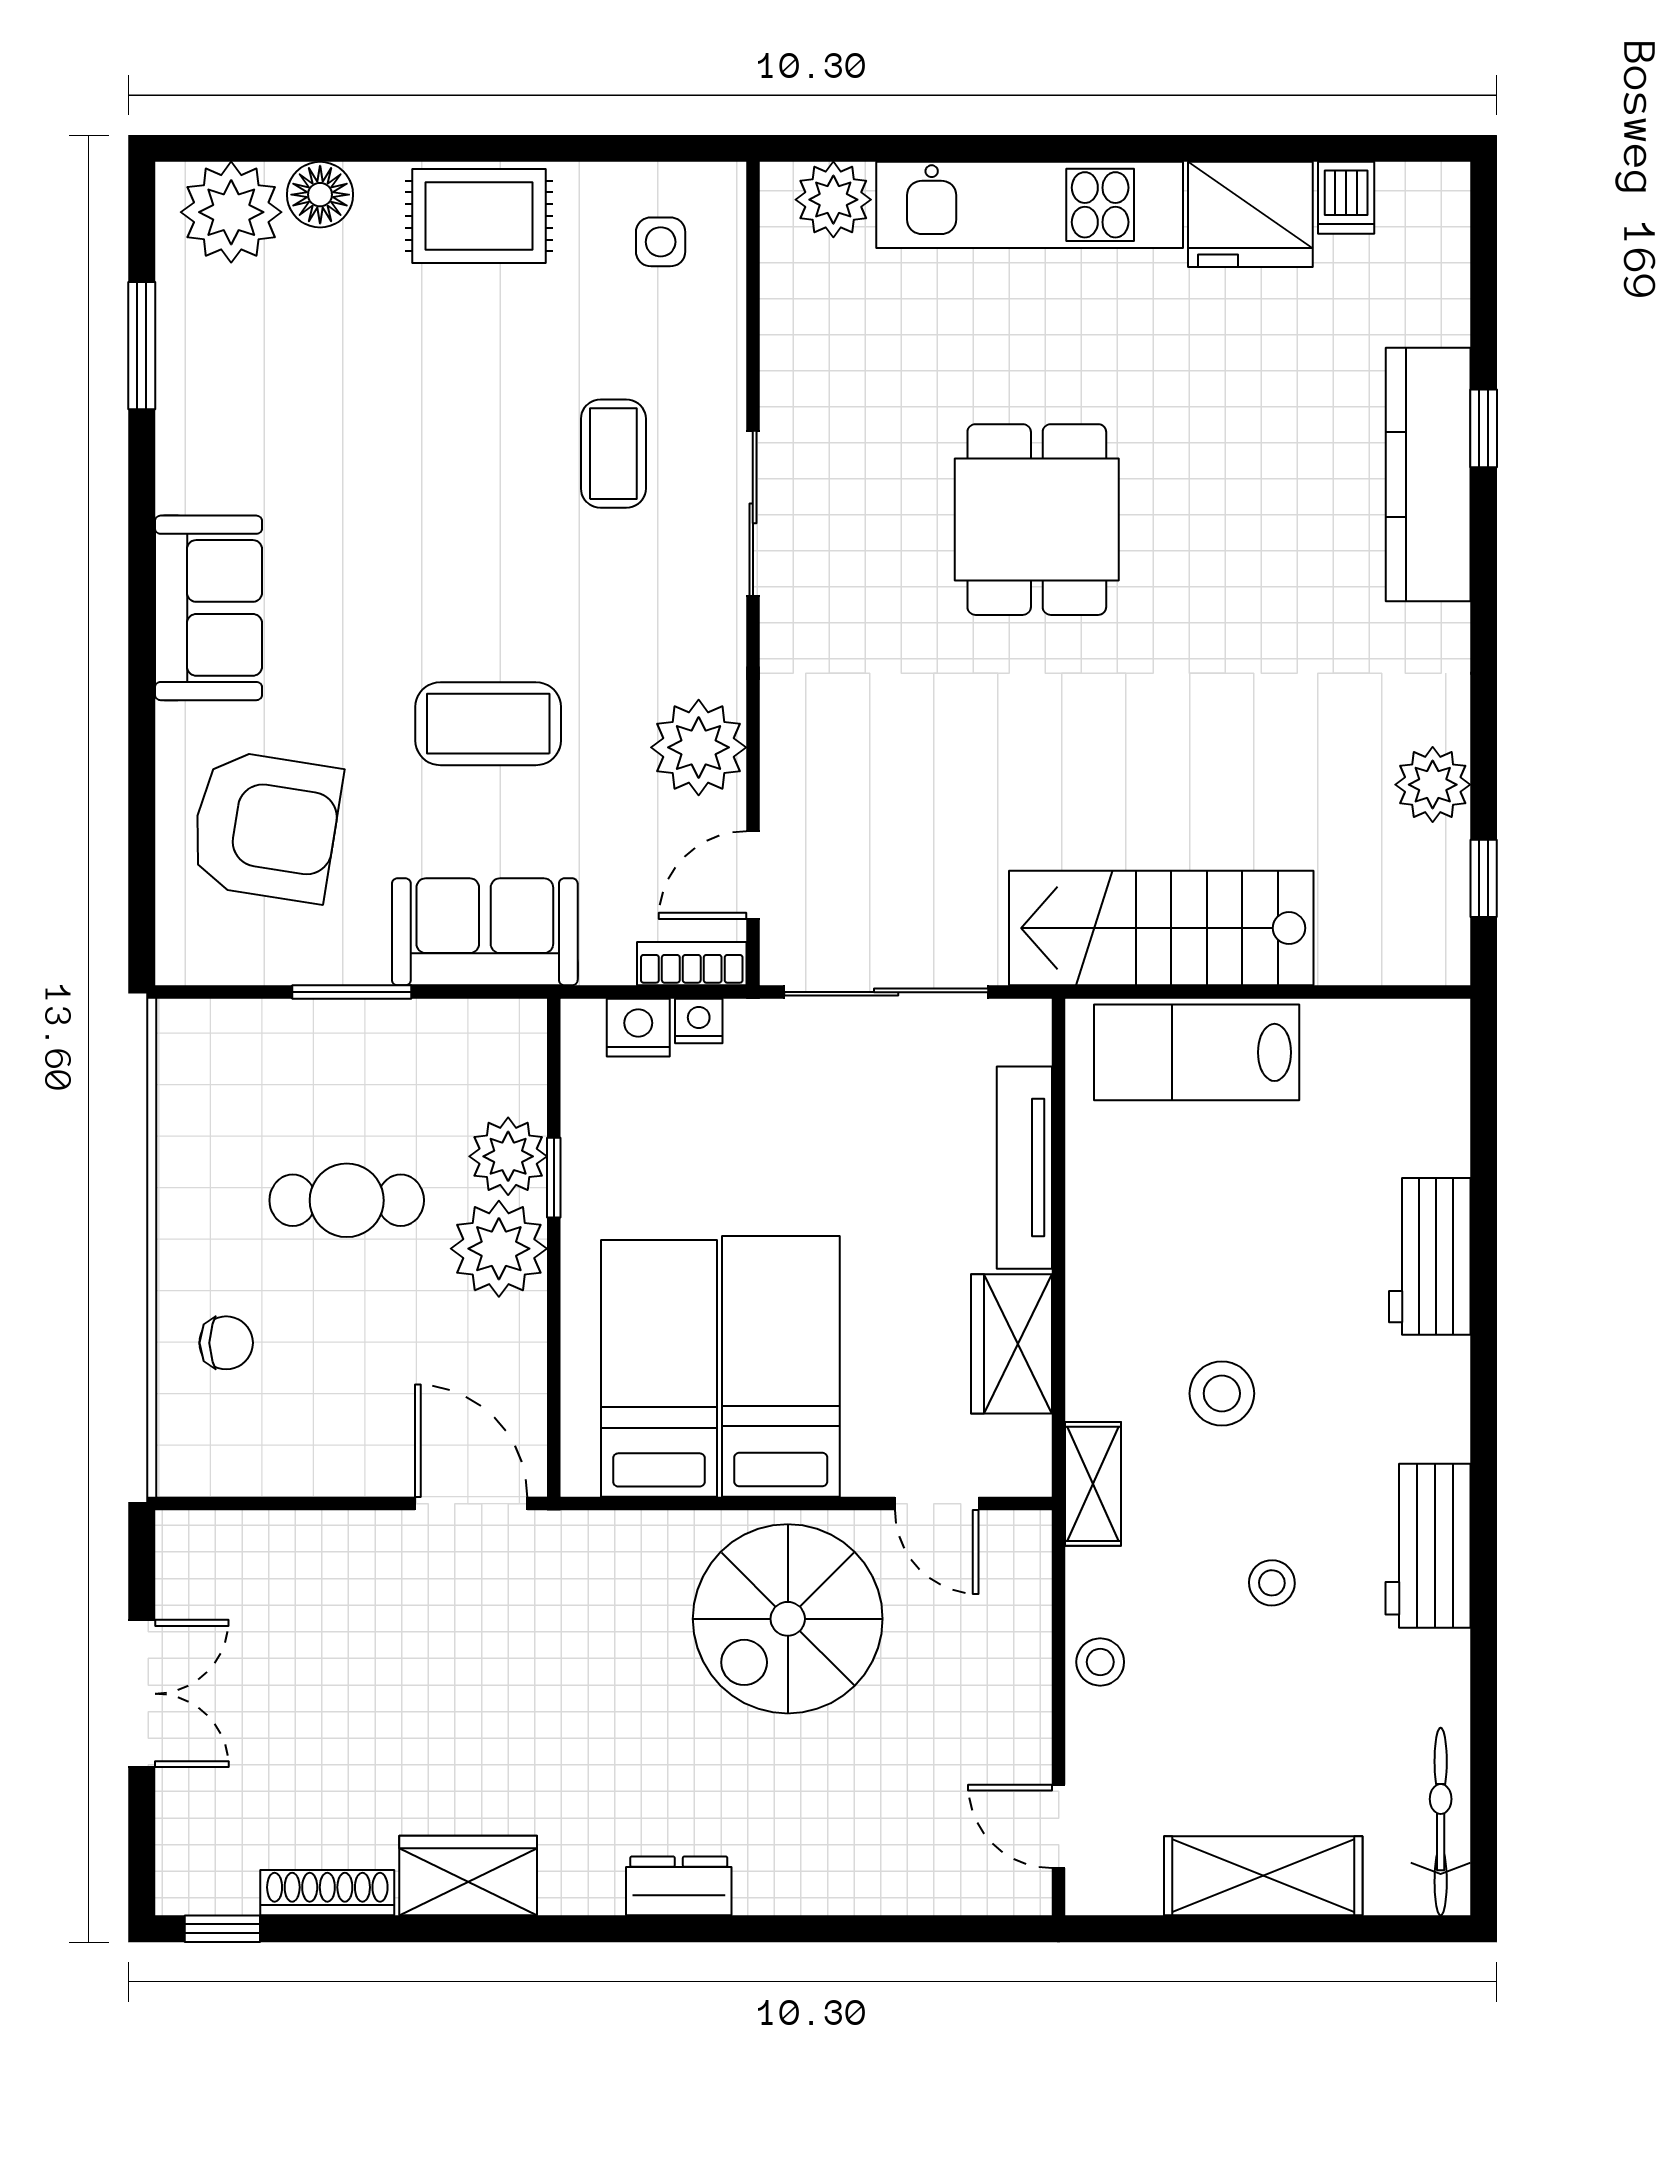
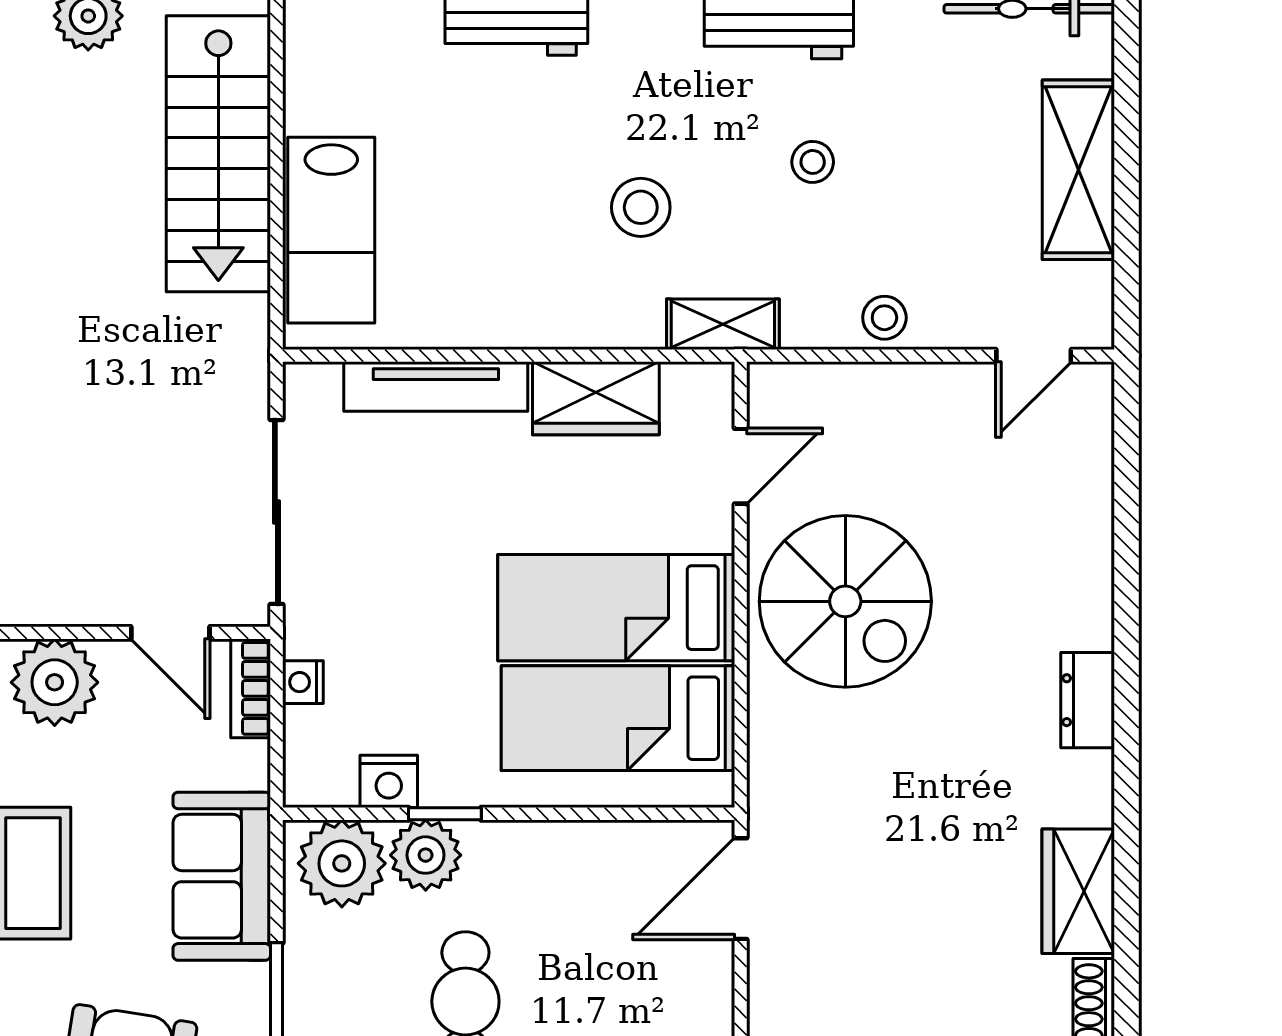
stairs: (1161, 928) -> (218, 154), moved
nightstand: (638, 1028) -> (389, 781), moved, turned -90
plant: (499, 1249) -> (342, 863), moved

